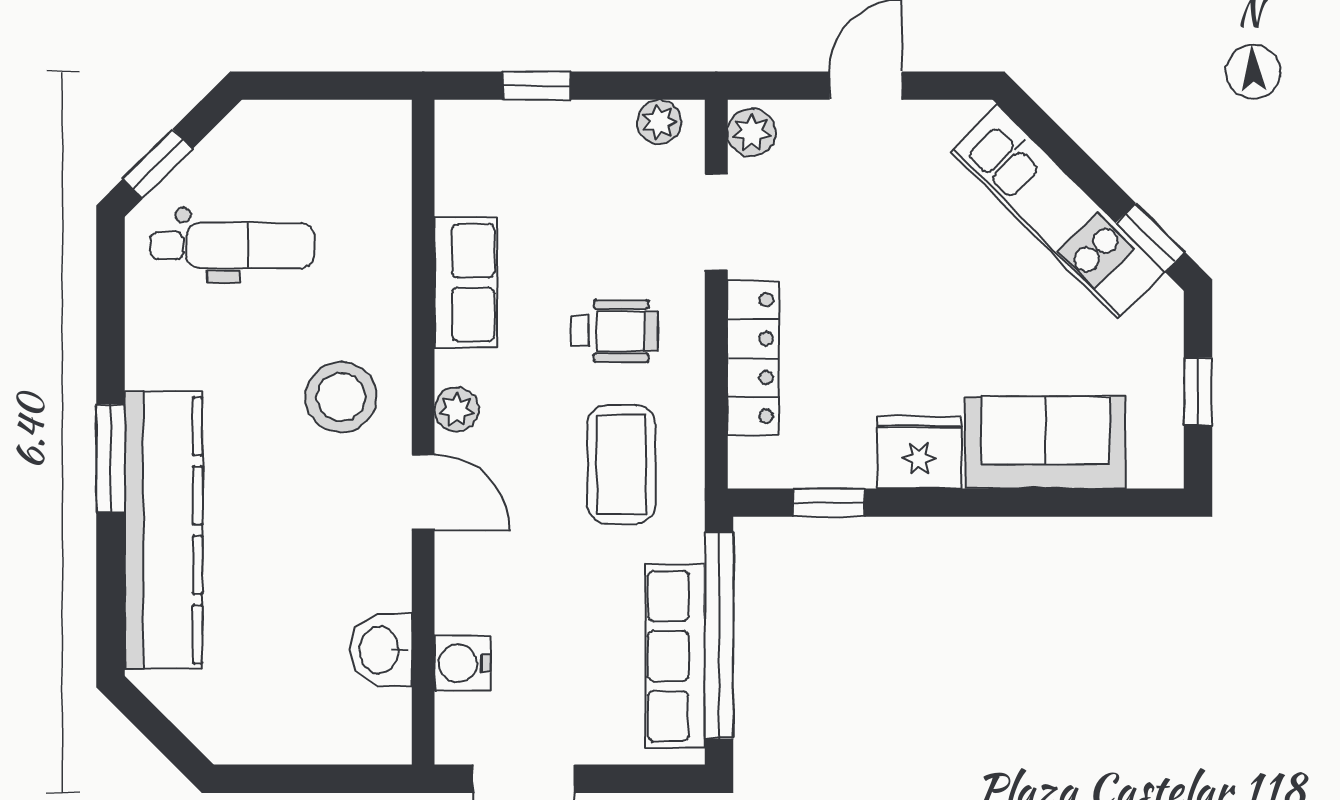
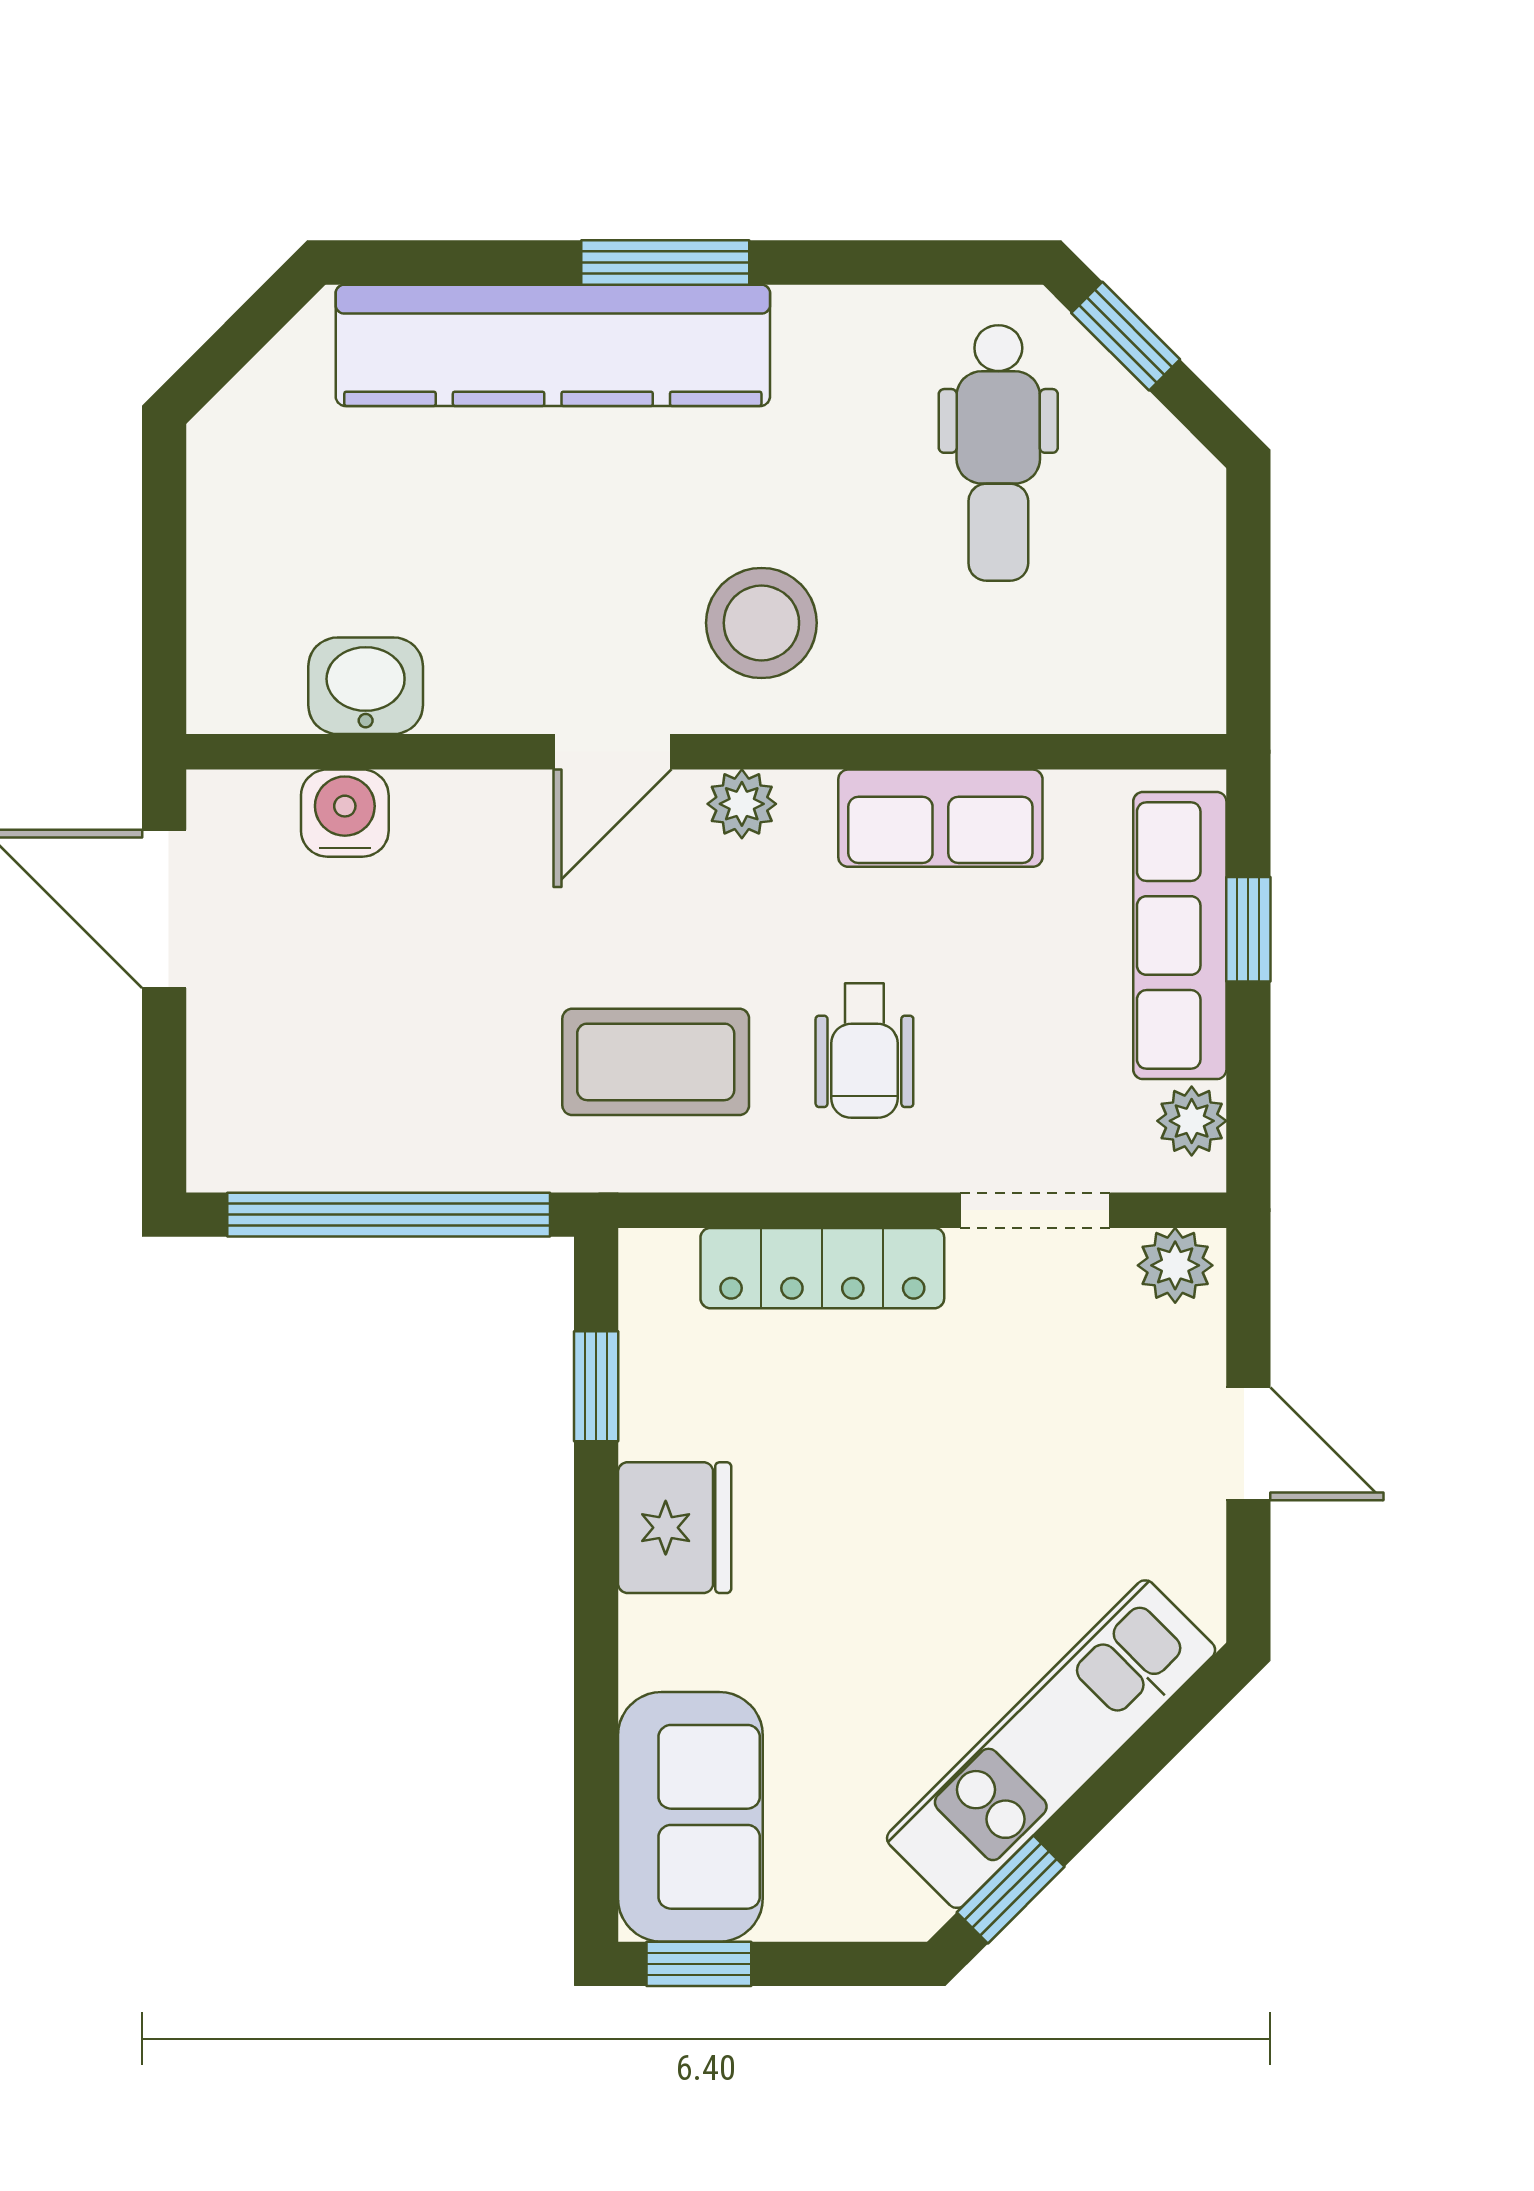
window: (1198, 392) -> (699, 1964), moved
sofa: (1046, 442) -> (690, 1817), moved
row of seats: (675, 656) -> (1180, 936), moved, turned -90

